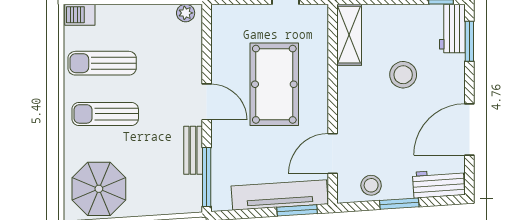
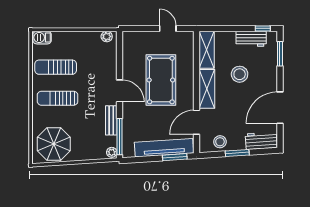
workbench: (452, 29) -> (251, 39), moved, turned -90
shelving: (350, 99) -> (207, 89), added
plant: (194, 203) -> (112, 152), added

